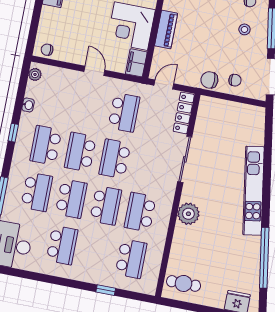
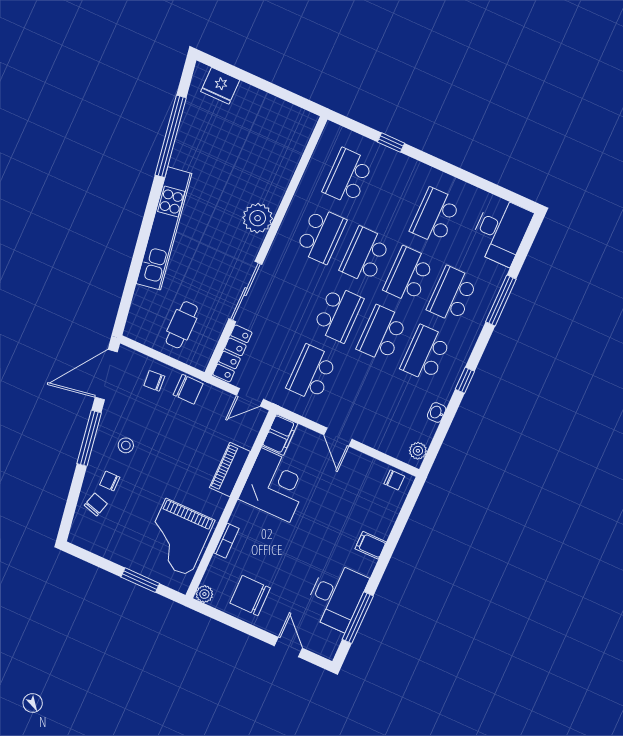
school desk: (46, 145) -> (426, 353), turned 180
school desk: (80, 152) -> (382, 334), turned 180
cafe table: (184, 283) -> (182, 325), moved, turned 90

